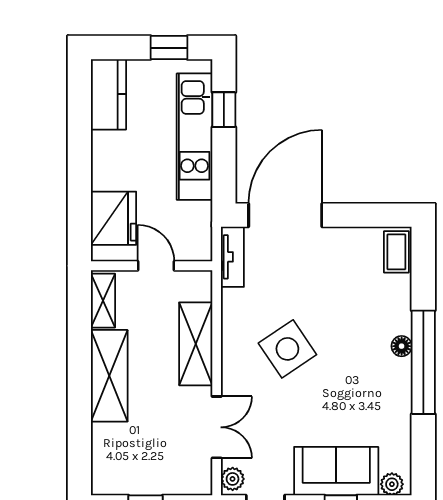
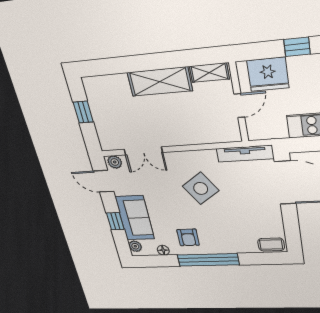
window: (79, 174) -> (297, 47), added
tv unit: (232, 257) -> (245, 154), width x1.41
shelving: (196, 344) -> (193, 135), removed
floor lamp: (402, 346) -> (163, 250), moved
armchair: (378, 388) -> (188, 237), added

